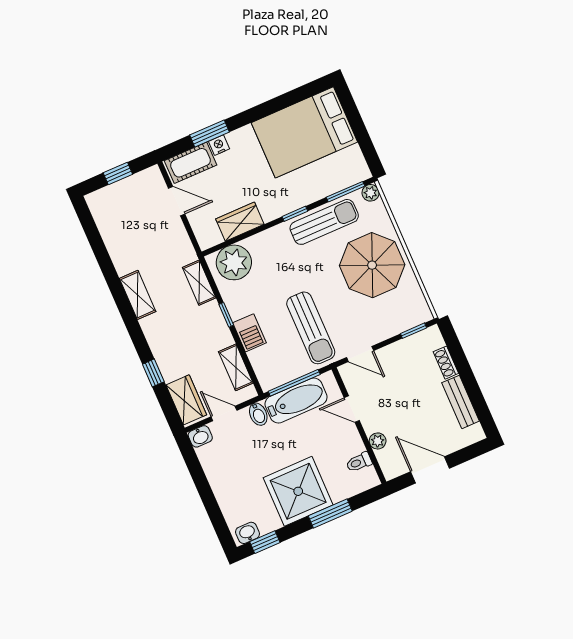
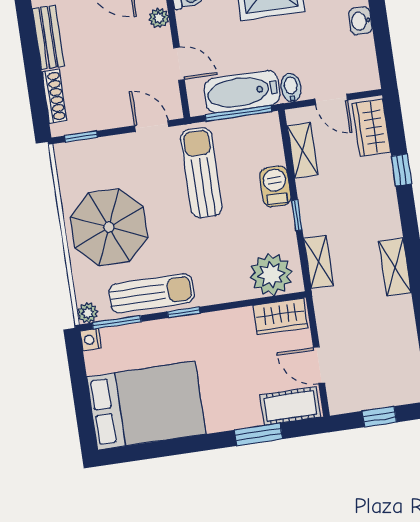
nightstand: (219, 145) -> (91, 340), moved, turned 90
wardrobe: (240, 222) -> (280, 317), moved
sun lounger: (324, 222) -> (152, 293), turned 180
shoe rack: (446, 363) -> (54, 96), width x1.43
washbasin: (200, 436) -> (360, 21), moved, turned -90

